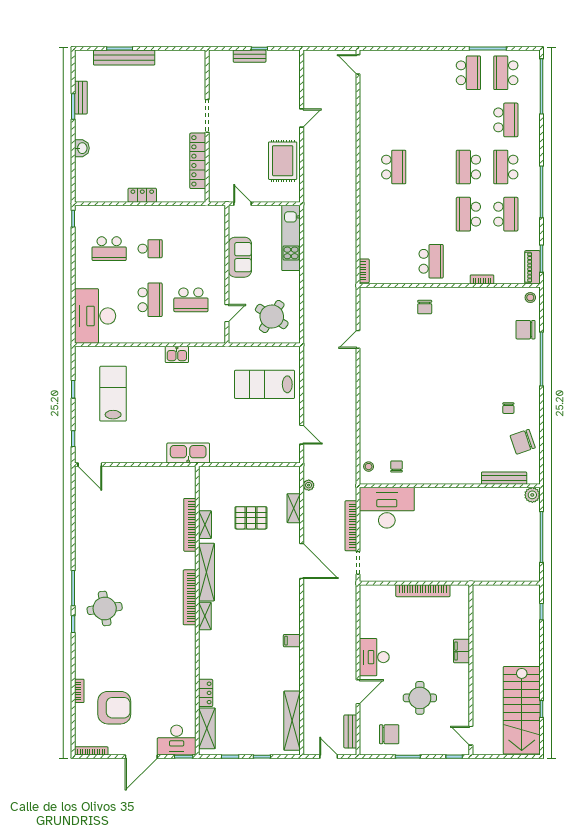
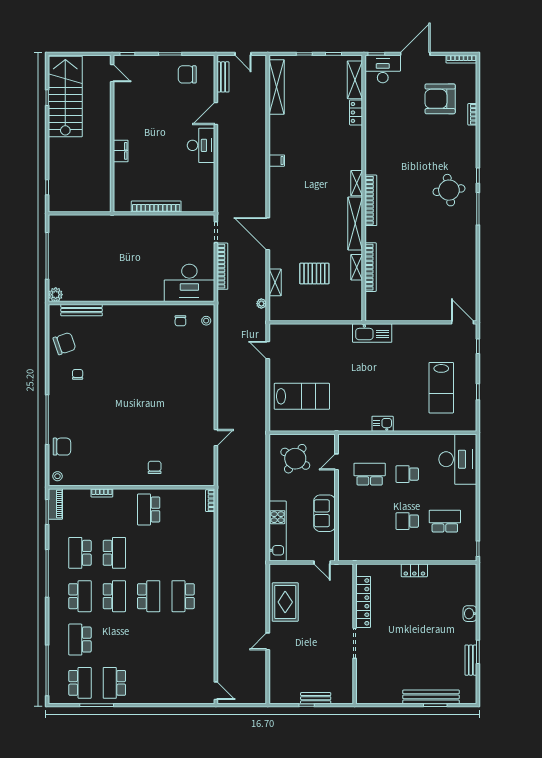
school desk: (431, 167) -> (149, 596), added
school desk: (150, 300) -> (407, 474), width x0.54
round table: (420, 698) -> (159, 108), removed

